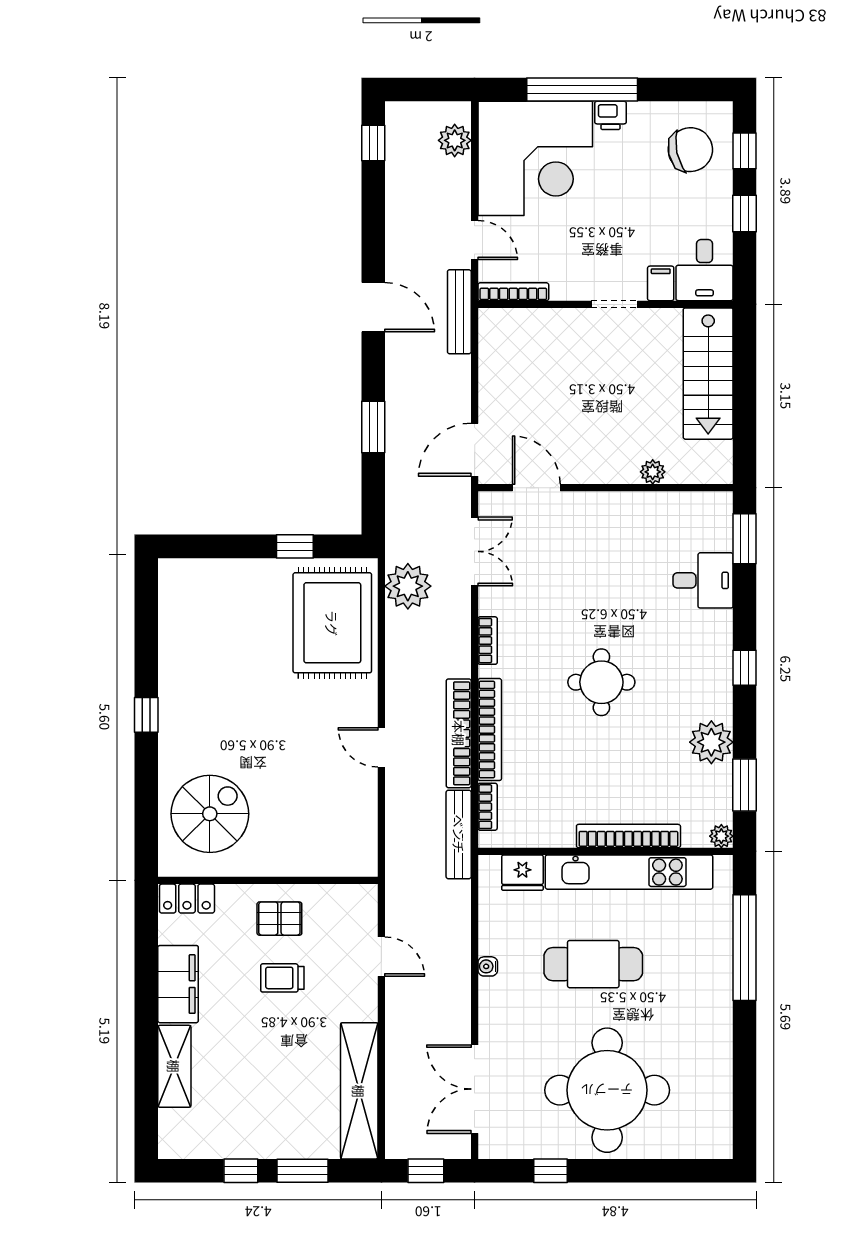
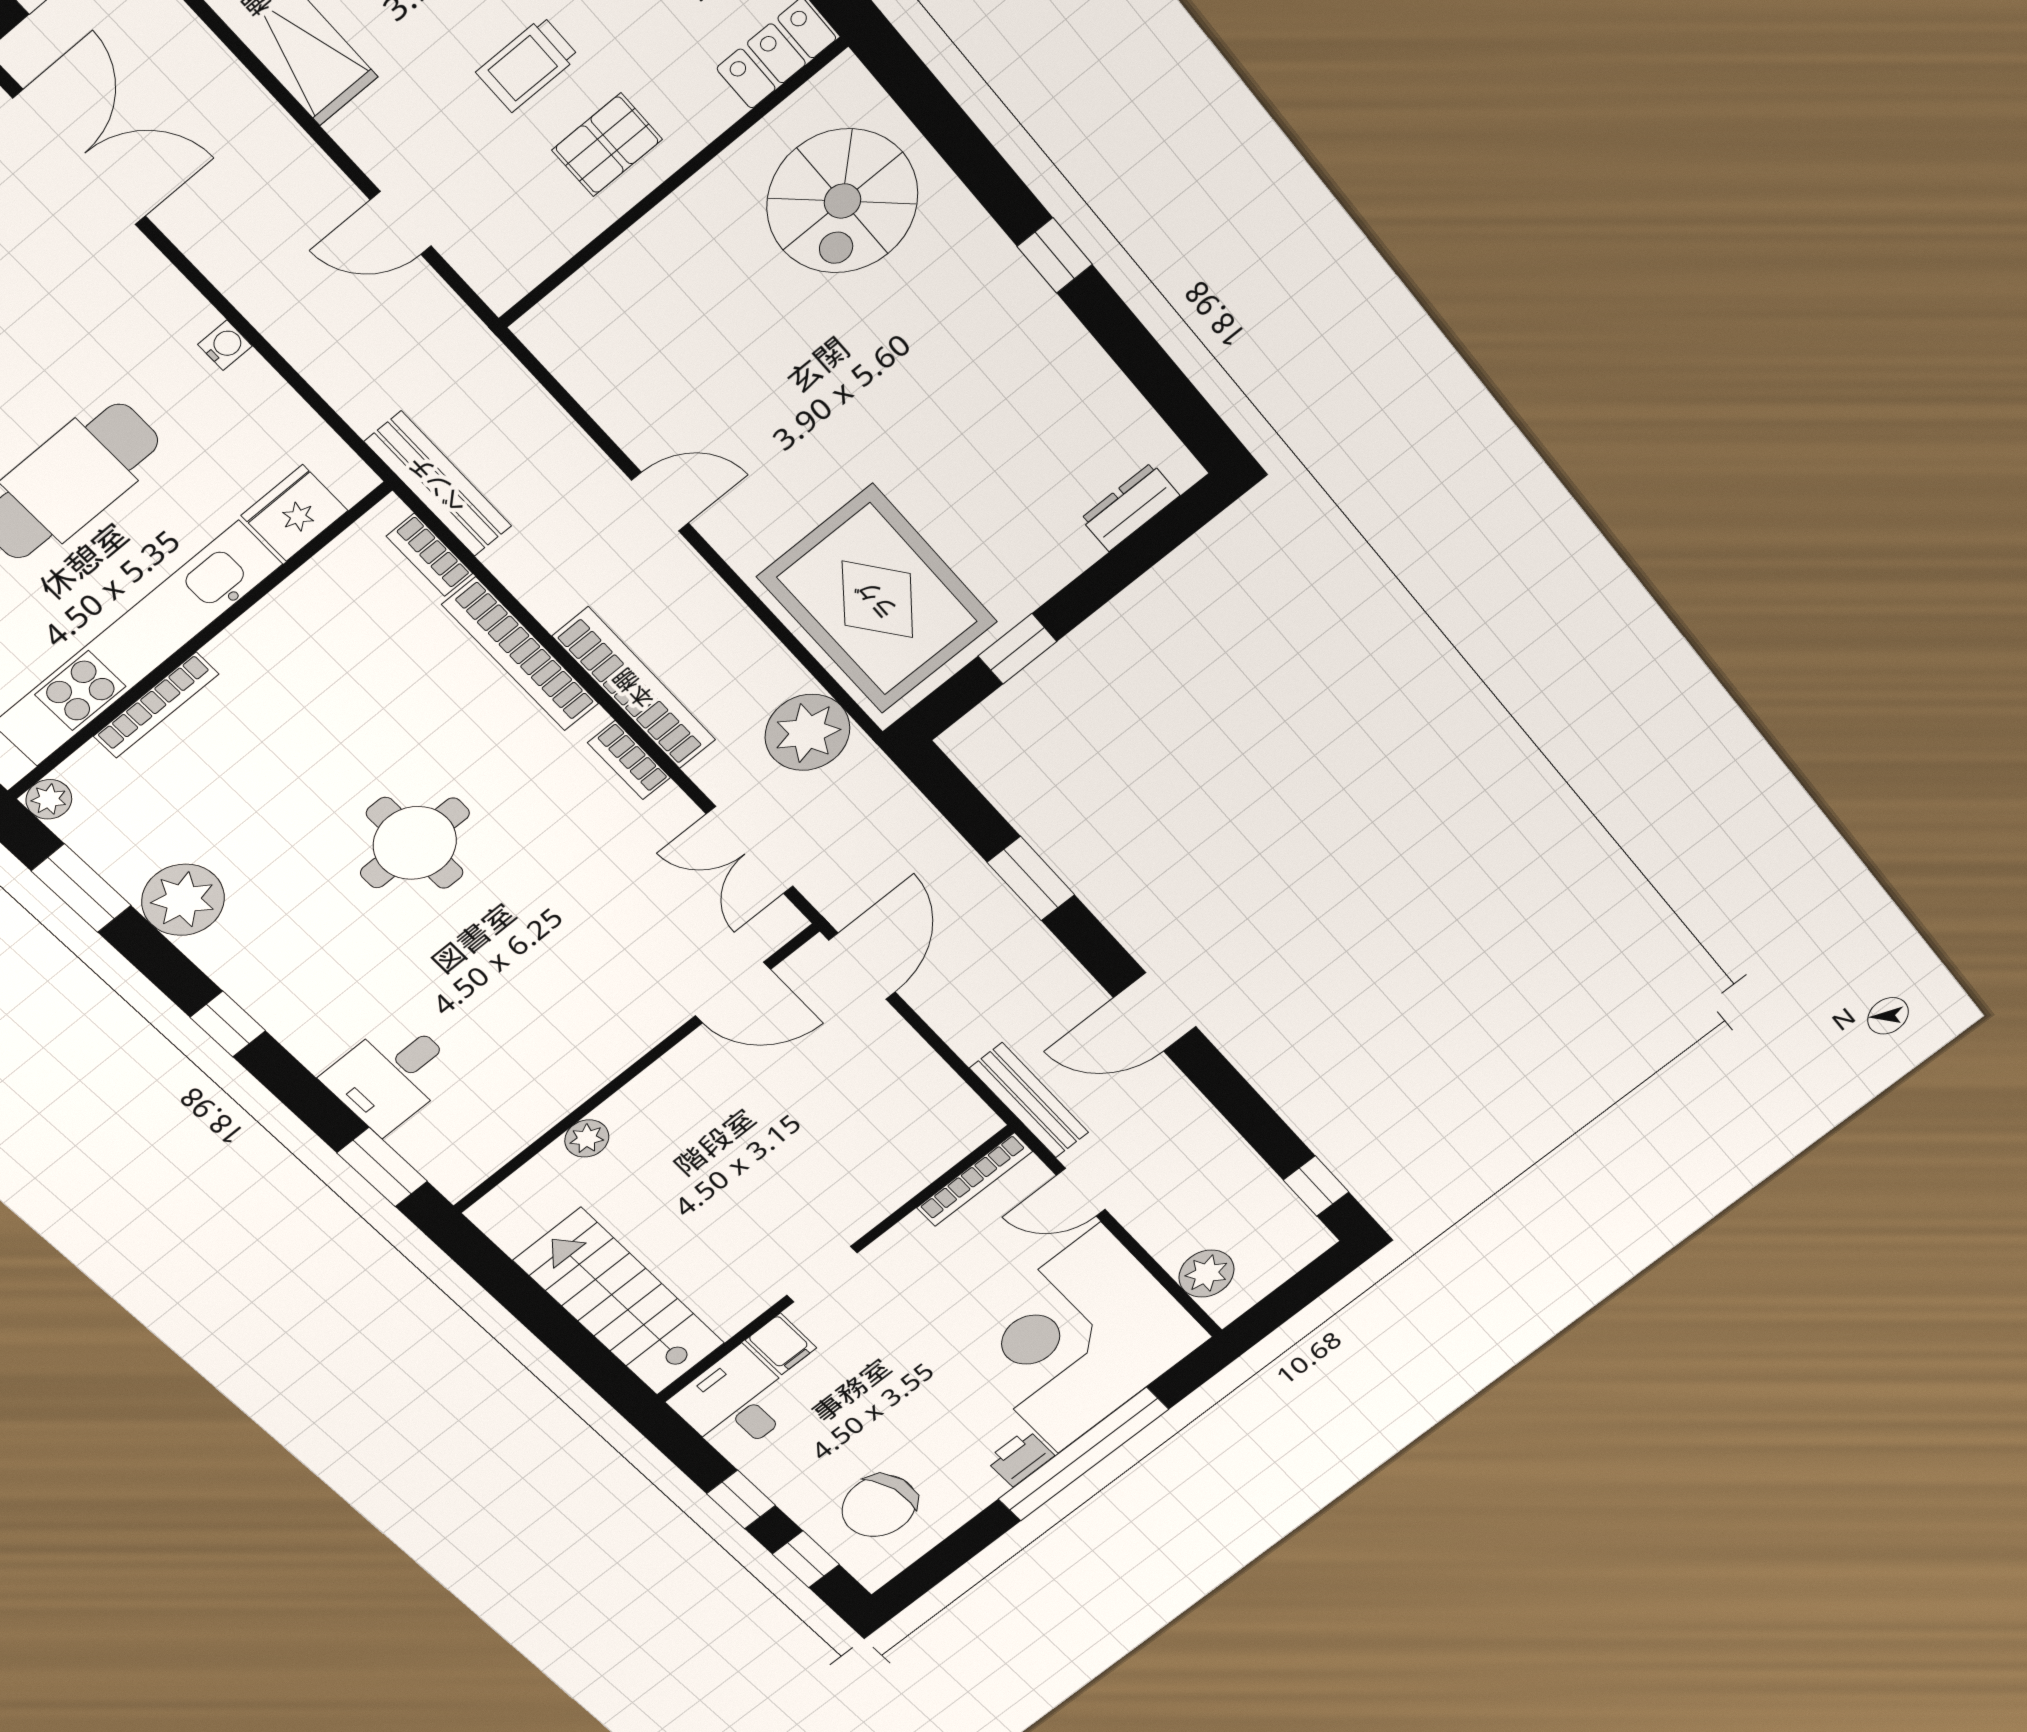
dresser: (201, 571) -> (1130, 507), added
bookcase: (459, 733) -> (634, 688), moved
bookcase: (628, 836) -> (156, 705), width x0.68, depth x0.76
trolley: (282, 978) -> (527, 64), turned 180

